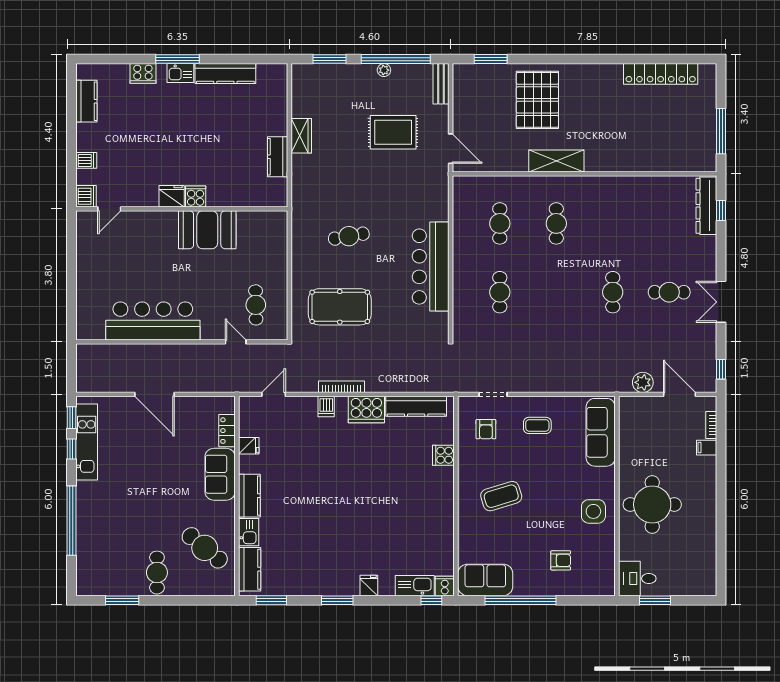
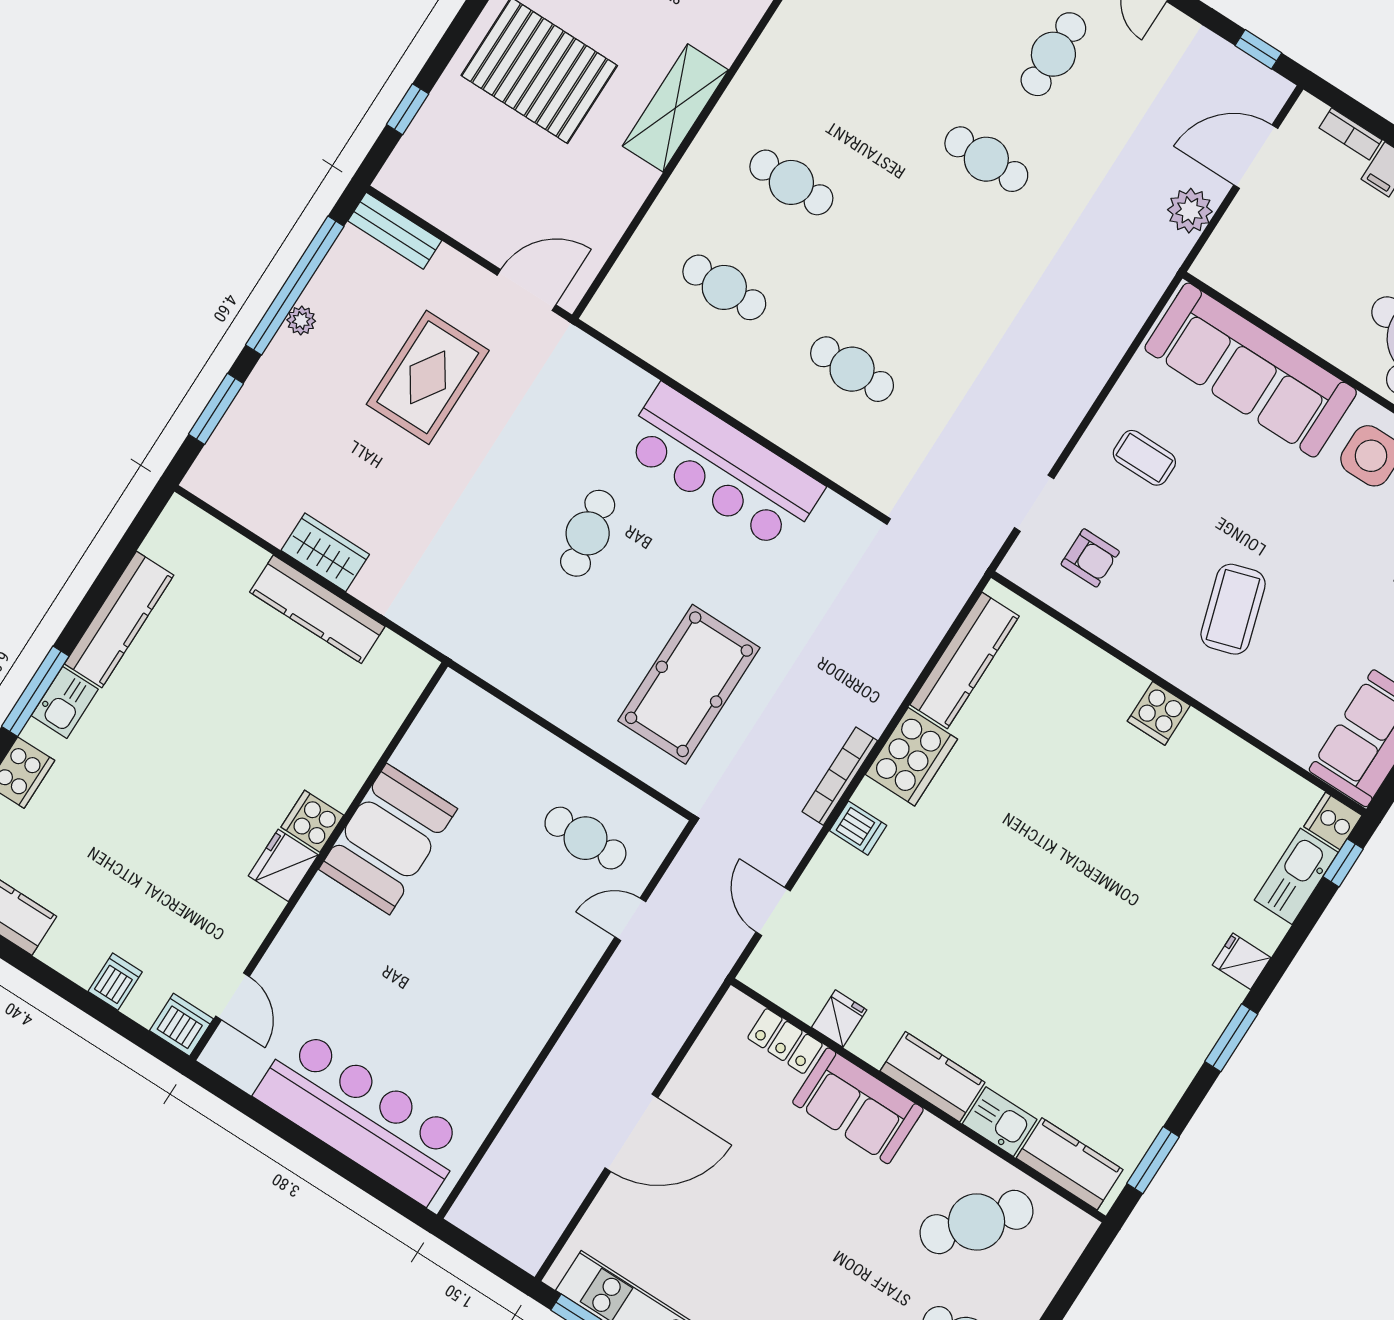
window: (491, 59) -> (408, 109), width x0.67
kitchen counter: (278, 157) -> (317, 609), width x1.50
cafe table: (349, 236) -> (588, 533), moved
bar counter: (153, 321) -> (362, 1116), moved, turned 90
coffee table: (537, 425) -> (1144, 458), turned 90
sofa: (601, 432) -> (1251, 370), width x1.36, depth x1.27
cooker: (443, 455) -> (1159, 713), moved

